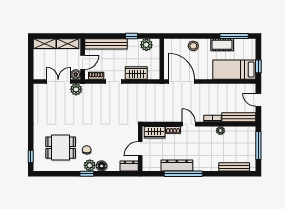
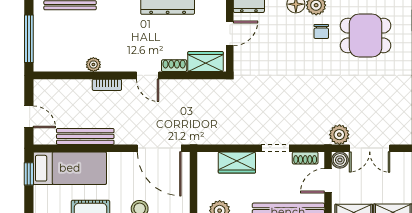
bench: (239, 117) -> (85, 136), moved

